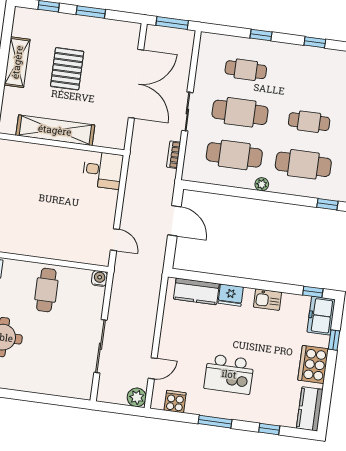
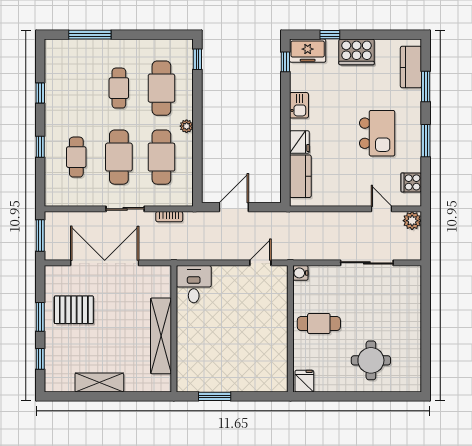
pallet: (67, 69) -> (74, 310), moved
kitchen counter: (310, 409) -> (411, 67), moved, turned 90
window: (269, 429) -> (426, 86), width x1.50

